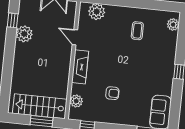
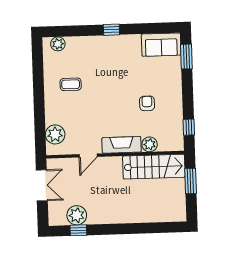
plant: (24, 34) -> (77, 215), moved
plant: (76, 101) -> (150, 144), moved
stairs: (40, 106) -> (154, 167), moved, turned -90

